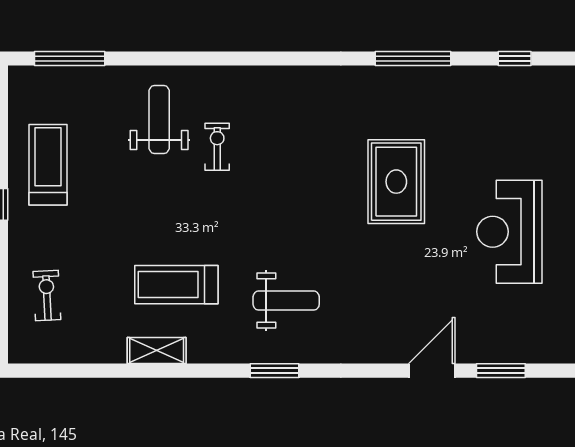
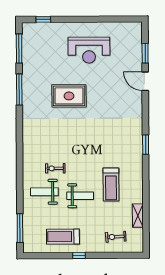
window: (515, 58) -> (19, 48), width x2.17
weight bench: (286, 301) -> (80, 196), moved, turned 90
shelving: (157, 351) -> (138, 216), moved

